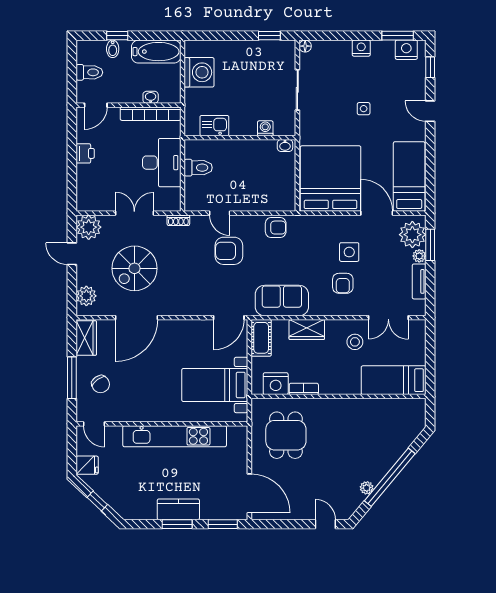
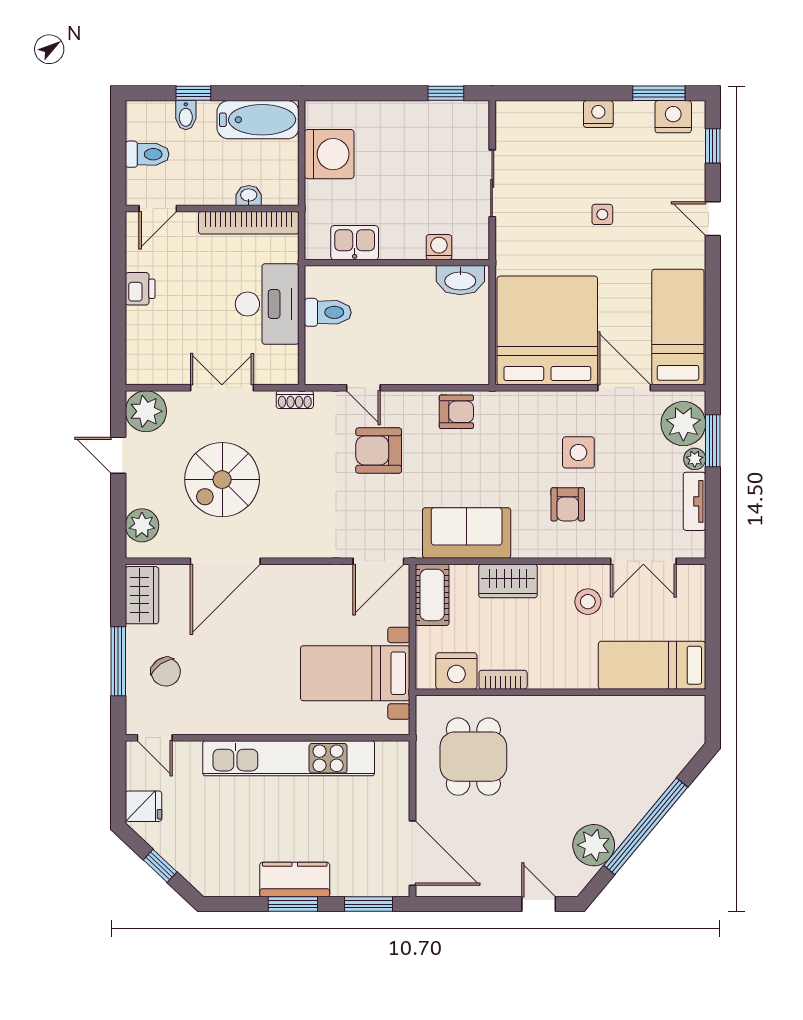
floor lamp: (305, 46) -> (505, 111), removed
washbasin: (285, 145) -> (460, 280), width x1.91, depth x1.45
plant: (367, 488) -> (594, 845), width x1.88, depth x1.88

